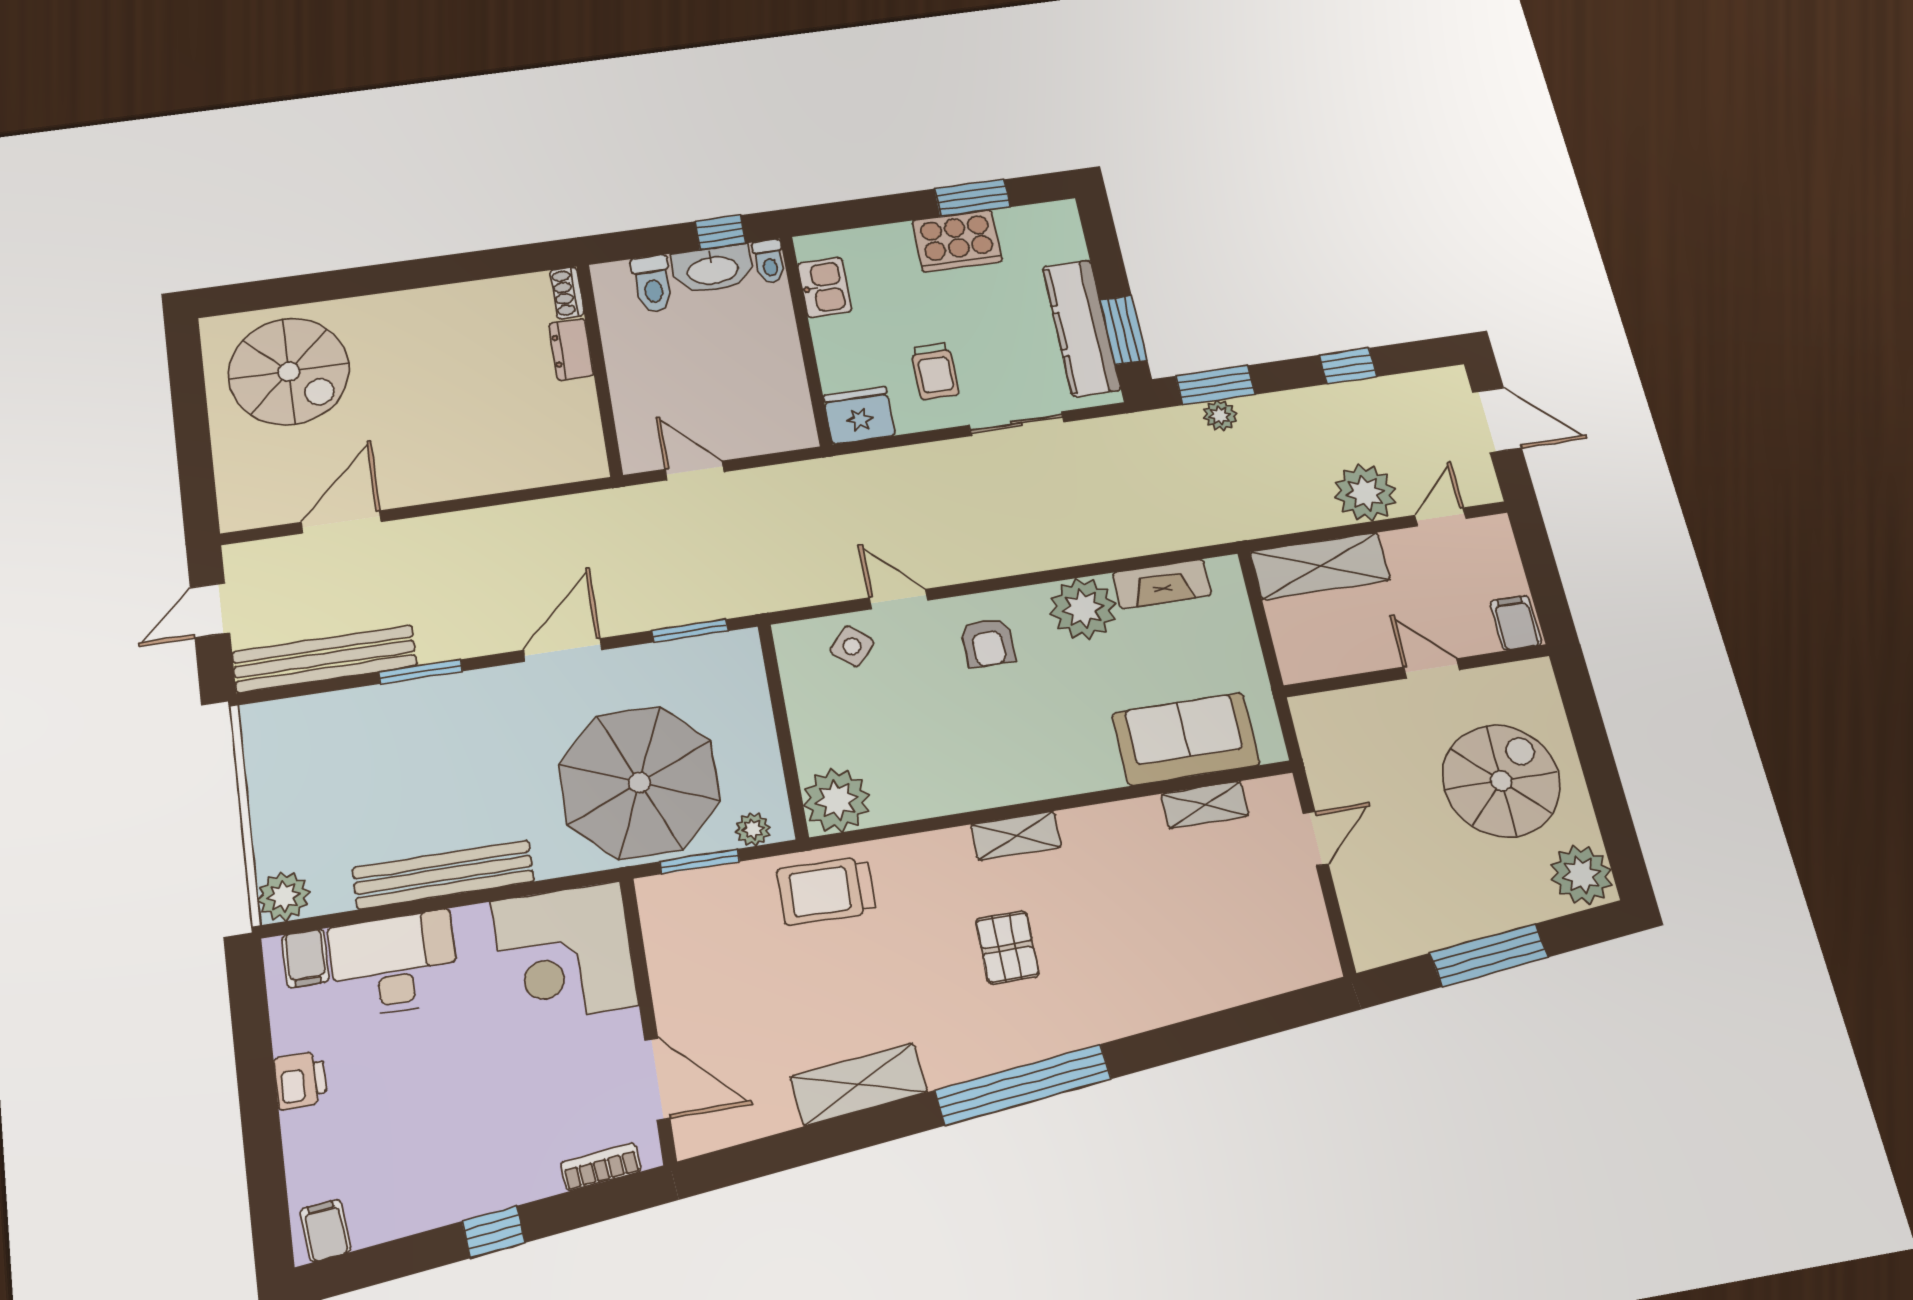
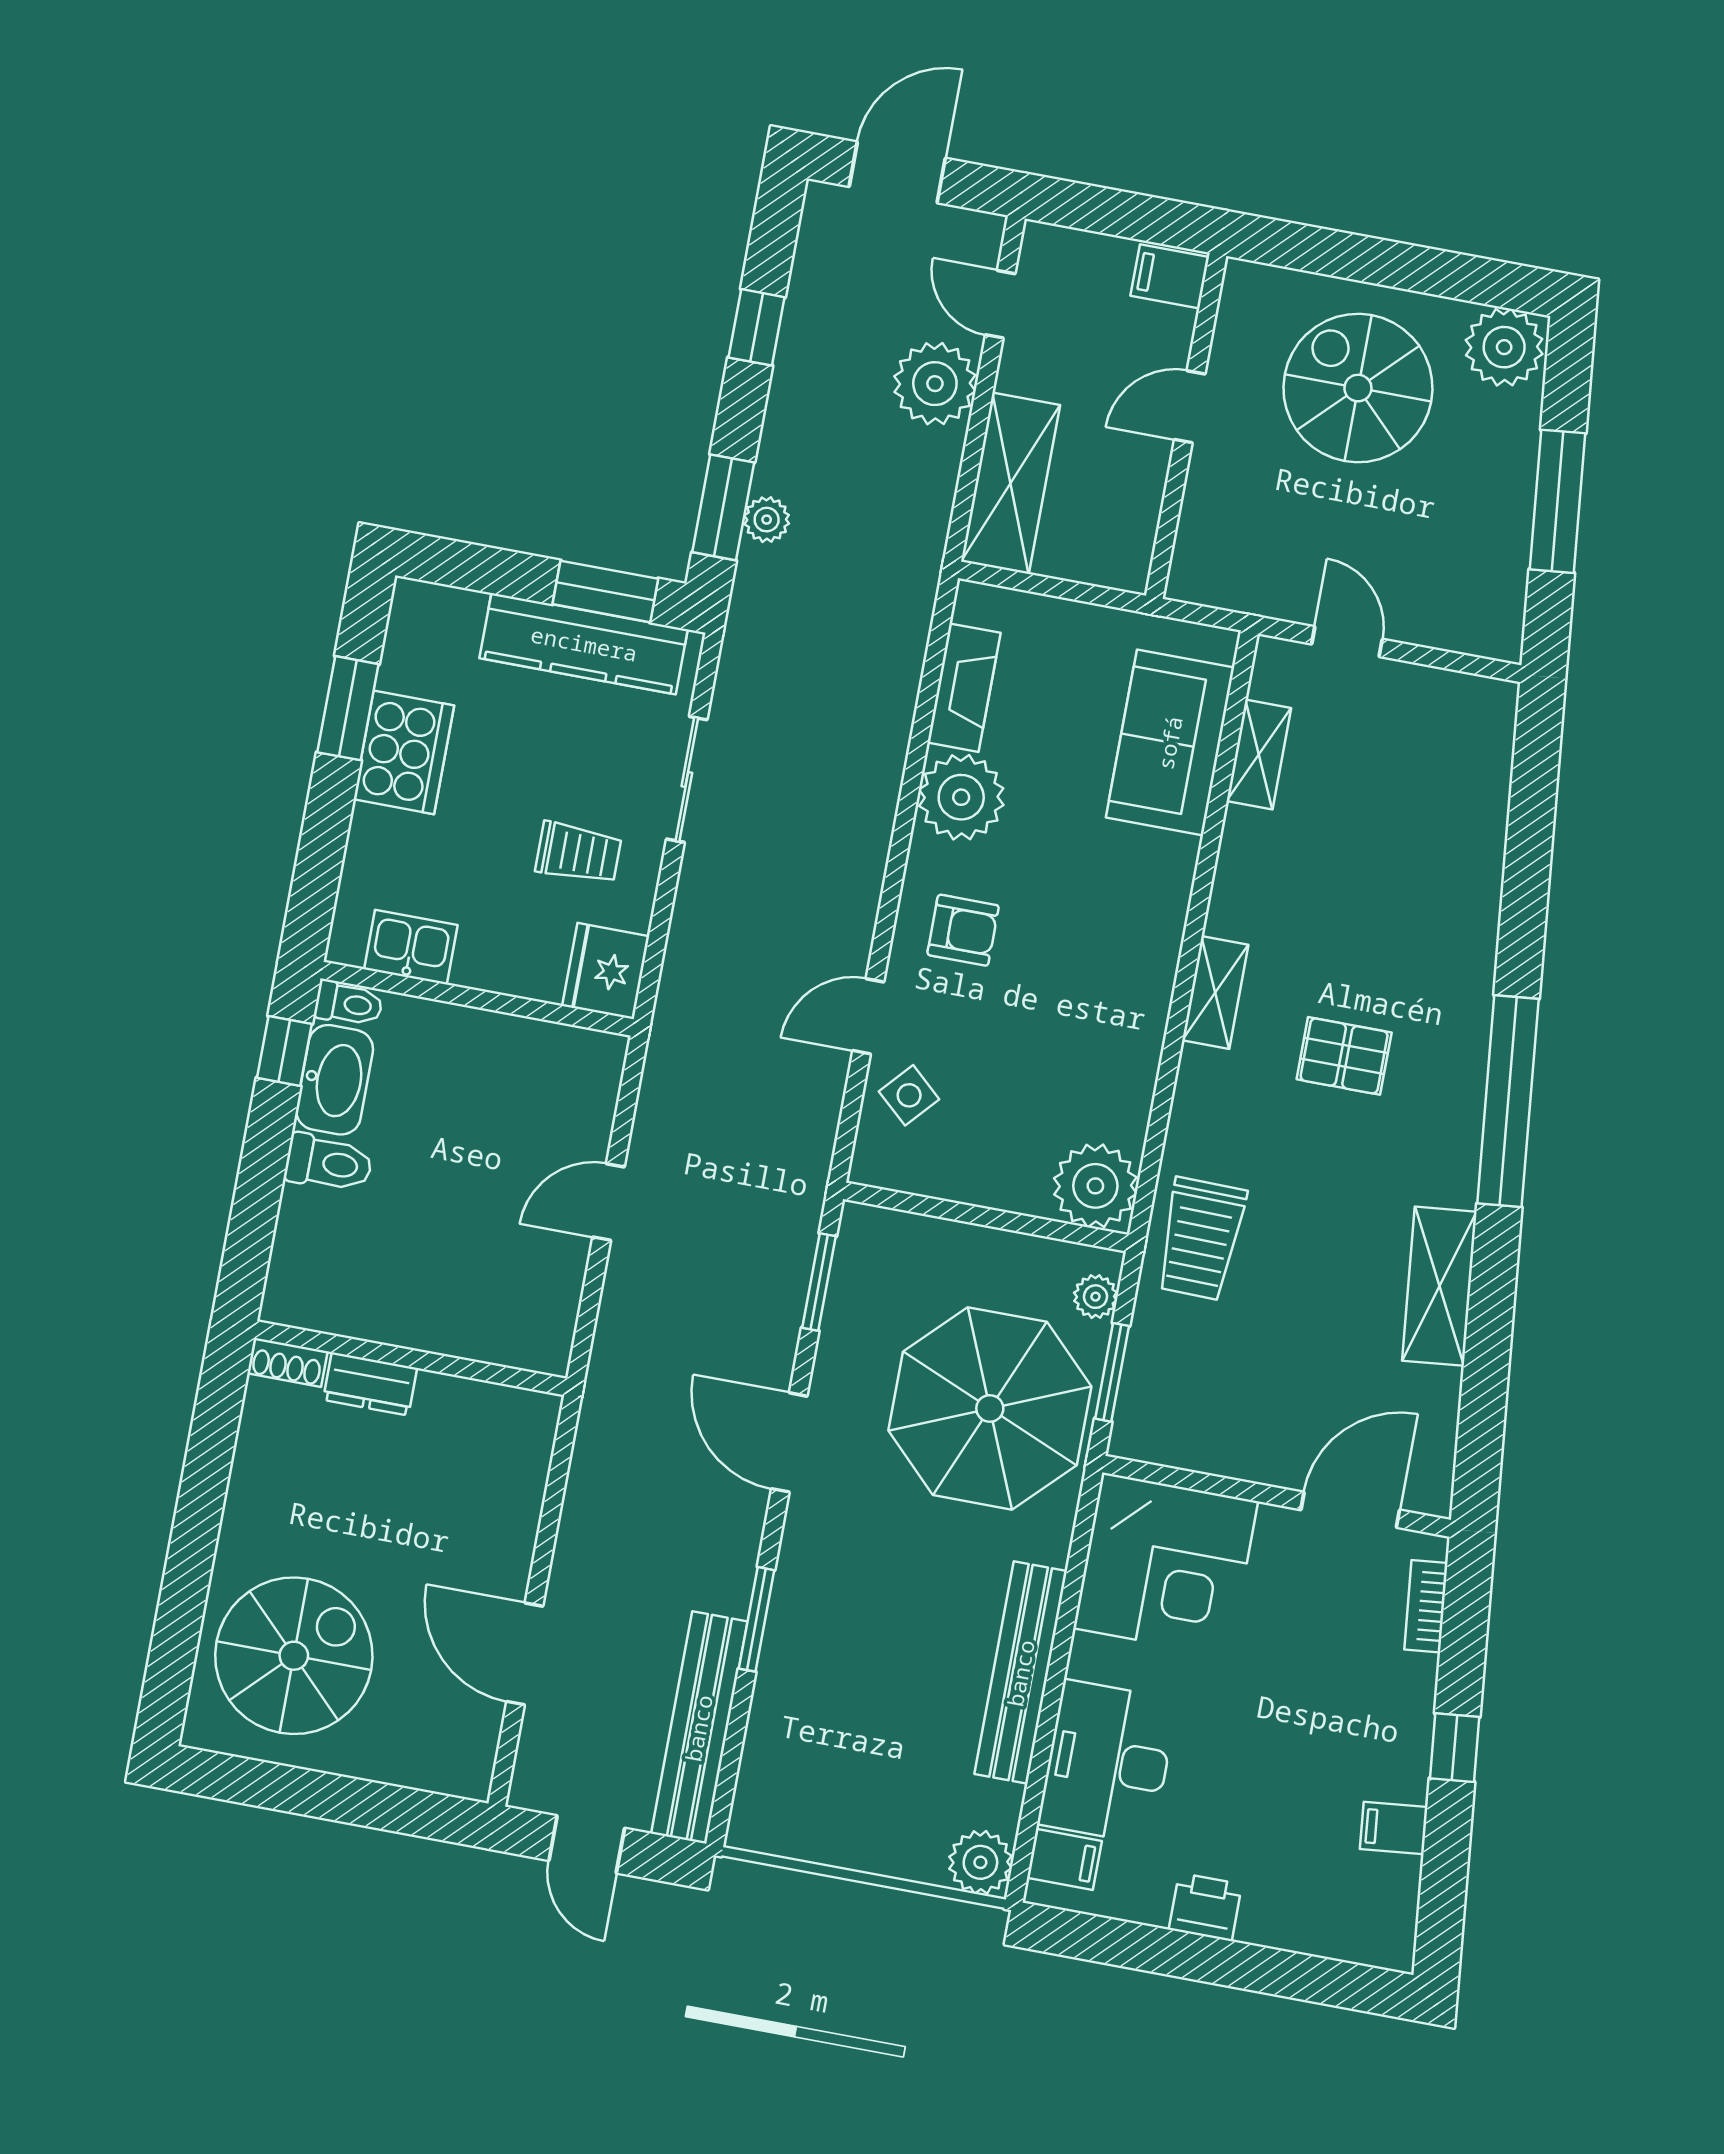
shoe rack: (567, 293) -> (287, 1362), moved
dresser: (571, 349) -> (370, 1384), moved
wall: (599, 369) -> (411, 1358), moved
filing cabinet: (325, 1231) -> (1394, 1828), moved

